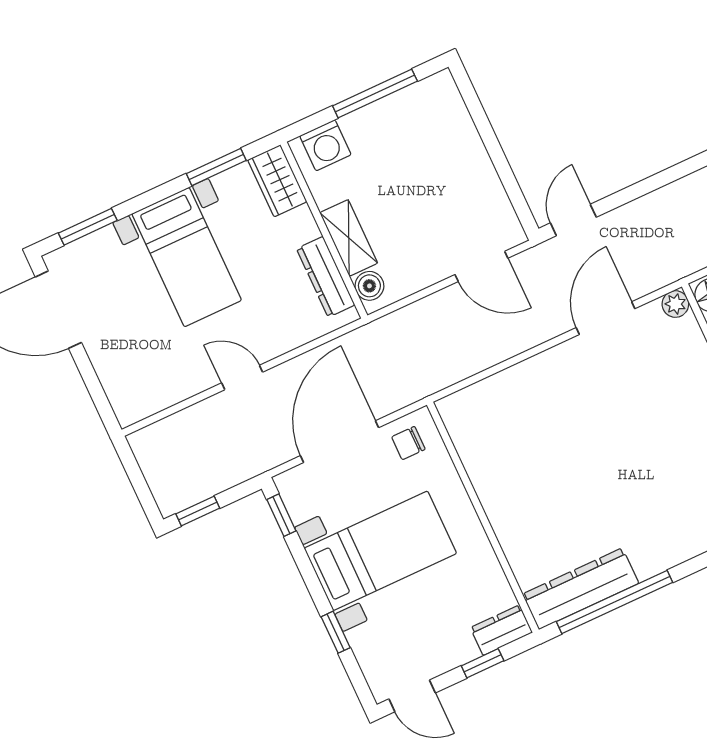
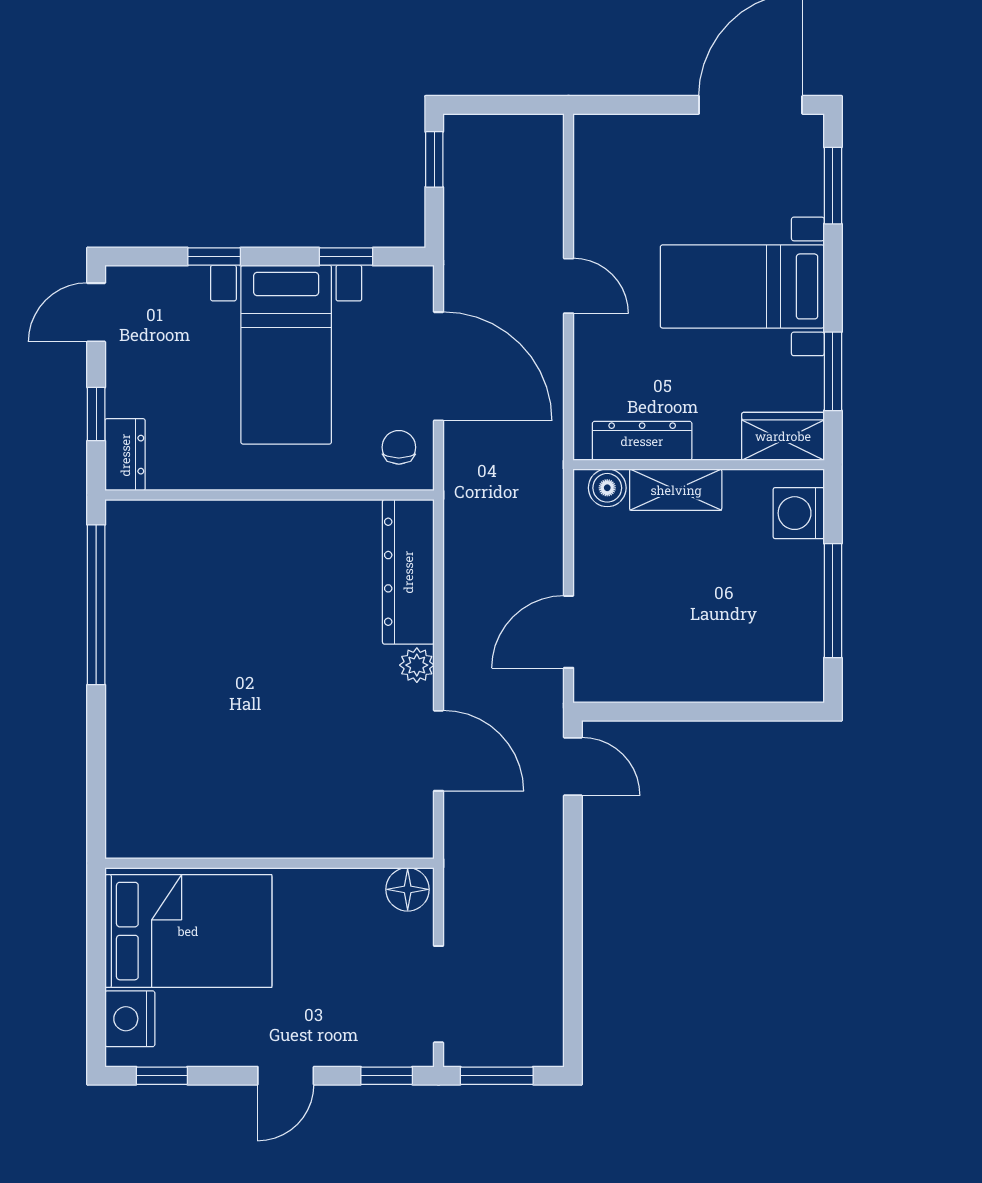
plant: (675, 304) -> (417, 665), moved
door: (242, 377) -> (569, 286), hinge flipped
window: (281, 515) -> (346, 257), moved
dresser: (581, 589) -> (408, 572), moved, turned 180

